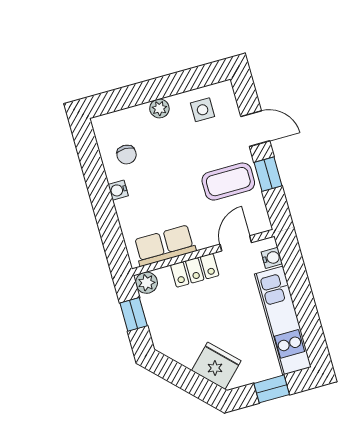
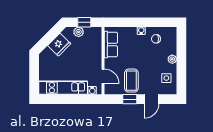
locker: (195, 270) -> (96, 55), removed
plant: (147, 283) -> (79, 32), moved
fridge: (216, 366) -> (59, 45), moved
window: (272, 389) -> (34, 74), removed

